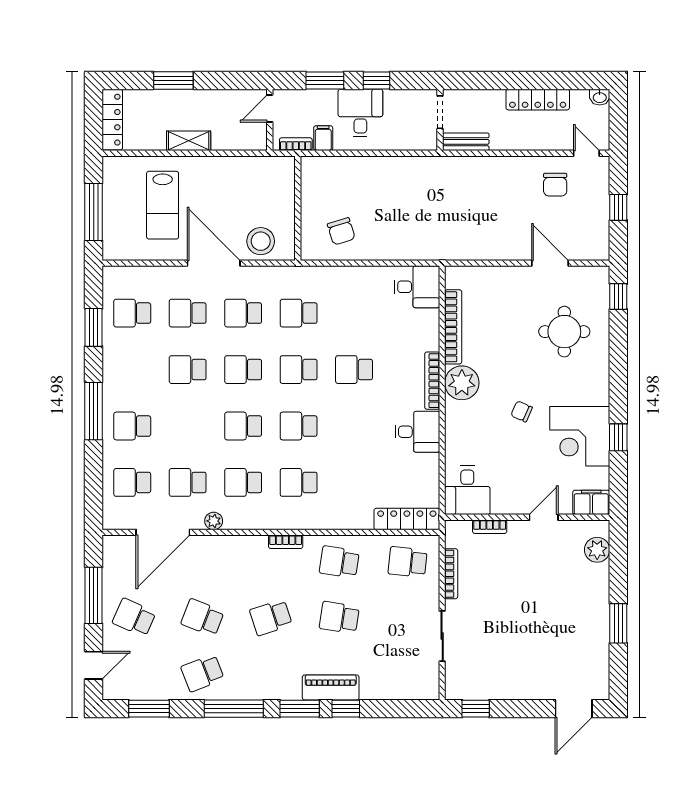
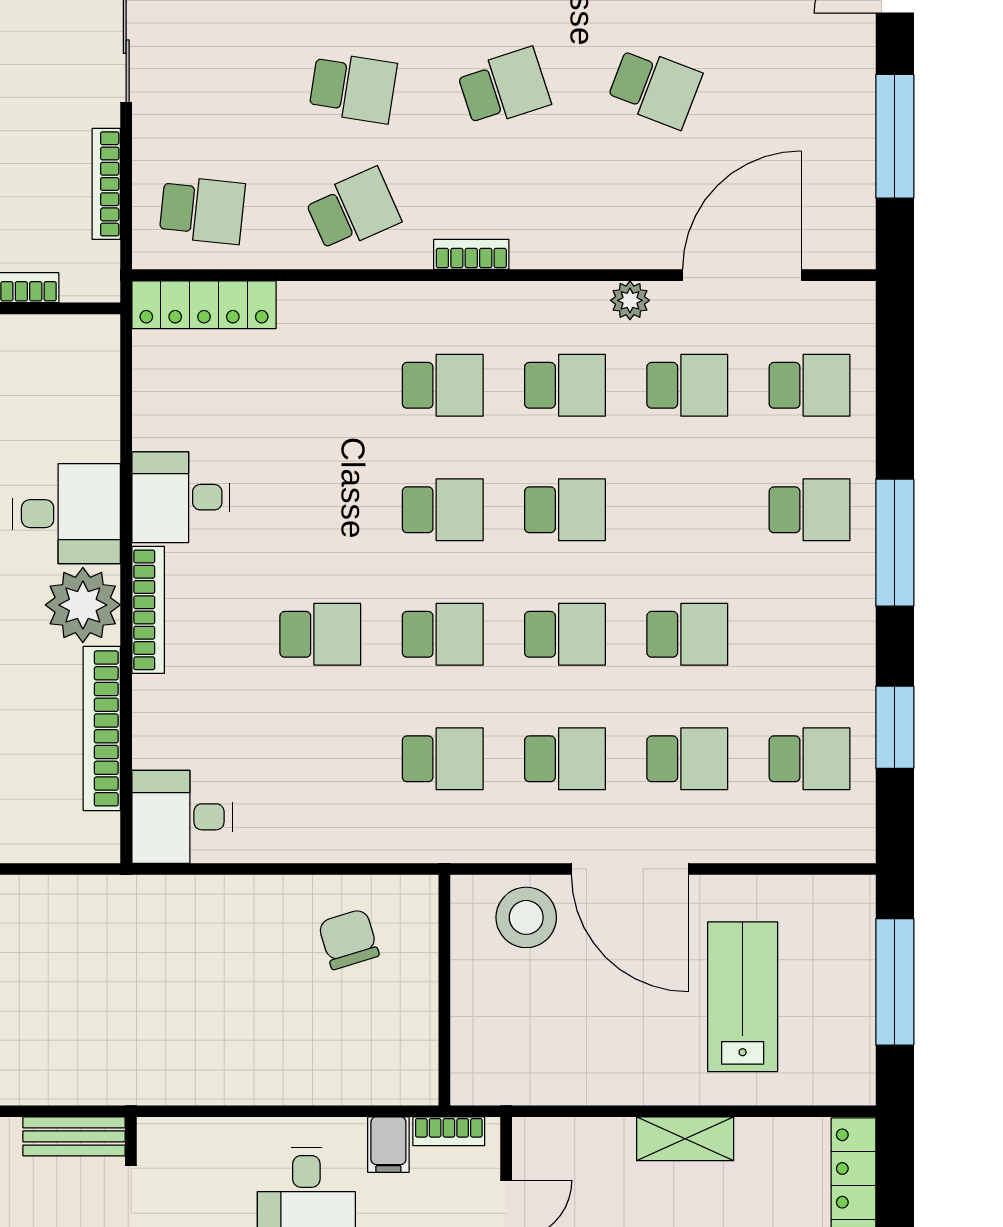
desk: (467, 490) -> (67, 514), moved, turned 90
school desk: (339, 562) -> (353, 210), turned -33
school desk: (134, 618) -> (805, 88), removed

